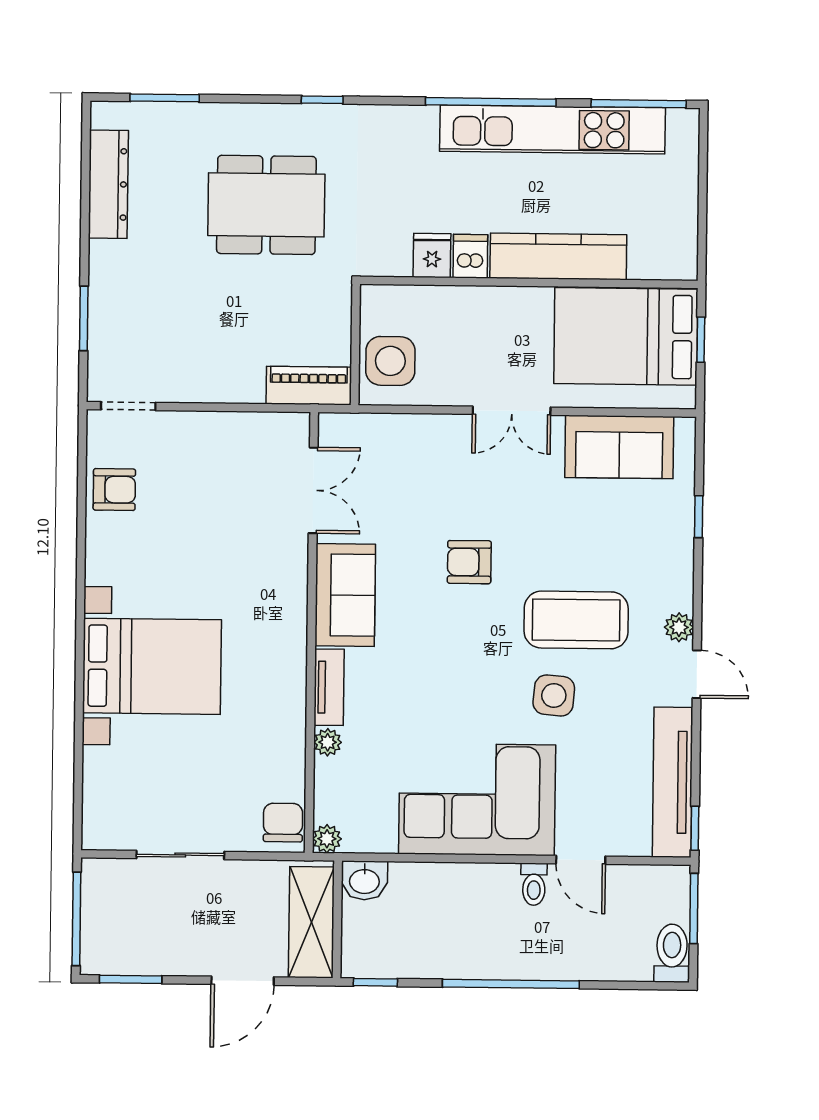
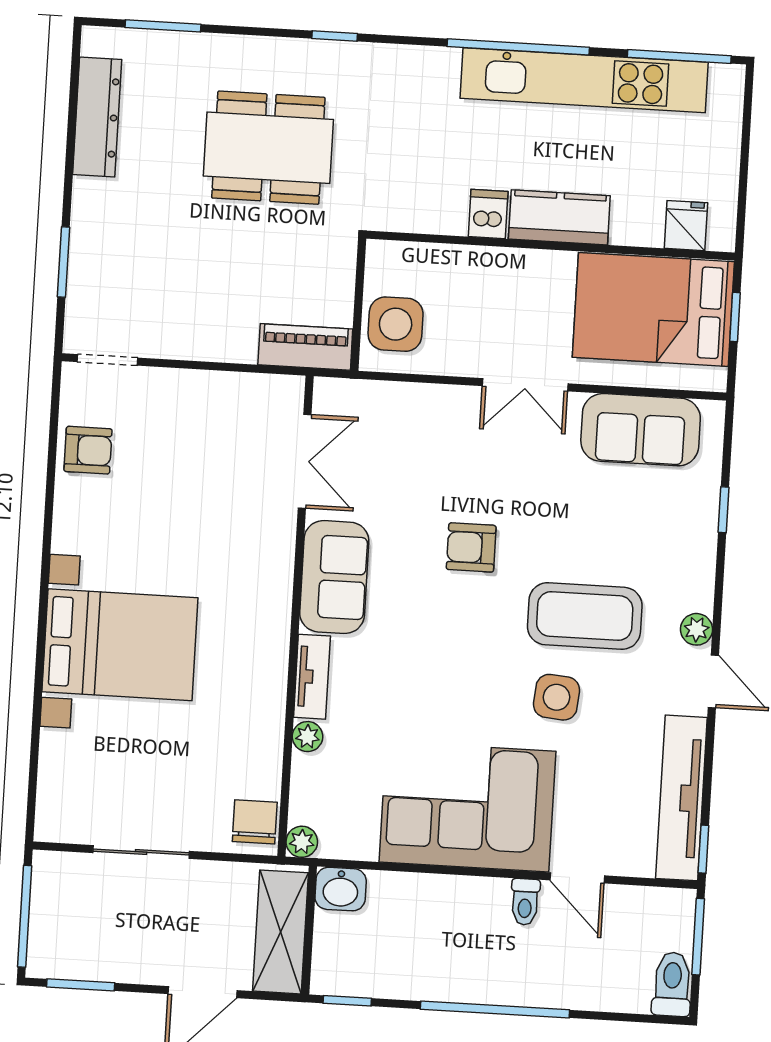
fridge: (432, 255) -> (686, 226), moved
kitchen counter: (558, 256) -> (559, 217), width x0.67

